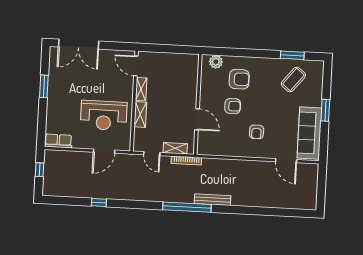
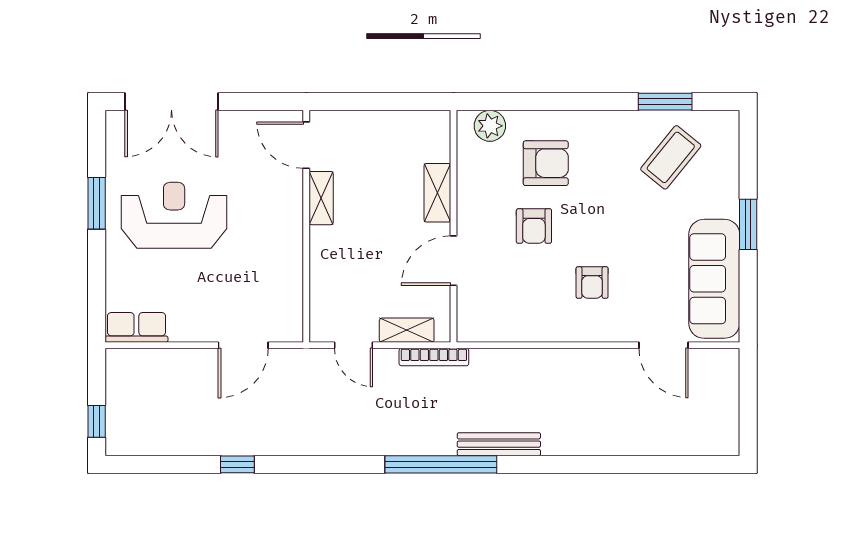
armchair: (233, 106) -> (534, 226), turned 90
shelving: (140, 114) -> (437, 193), moved
reception desk: (104, 115) -> (174, 215), moved, turned 180
door: (197, 119) -> (453, 261), swing flipped
window: (39, 170) -> (97, 421), moved

